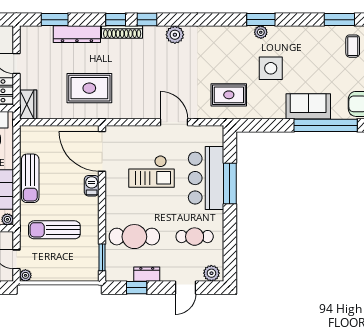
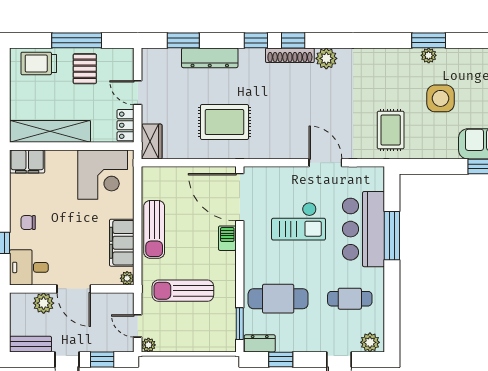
shoe rack: (122, 32) -> (290, 55), moved
rug: (229, 95) -> (391, 130), turned 90
dresser: (147, 274) -> (260, 343), moved

